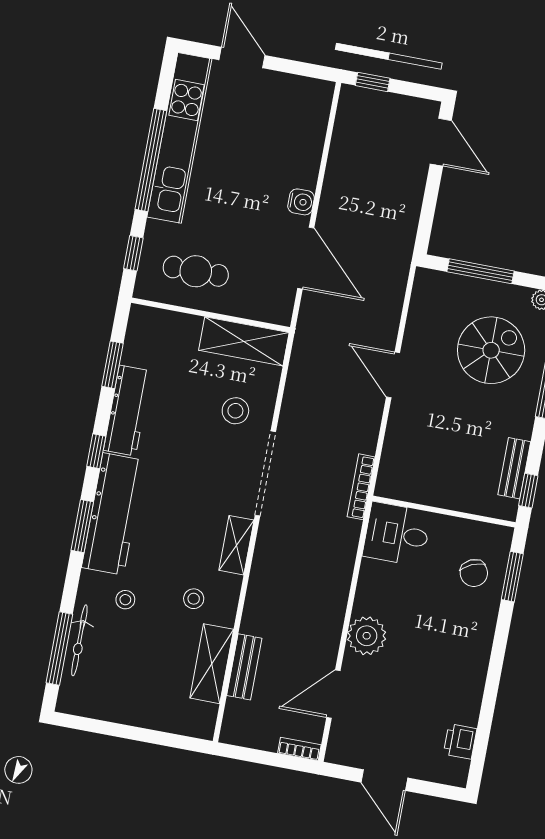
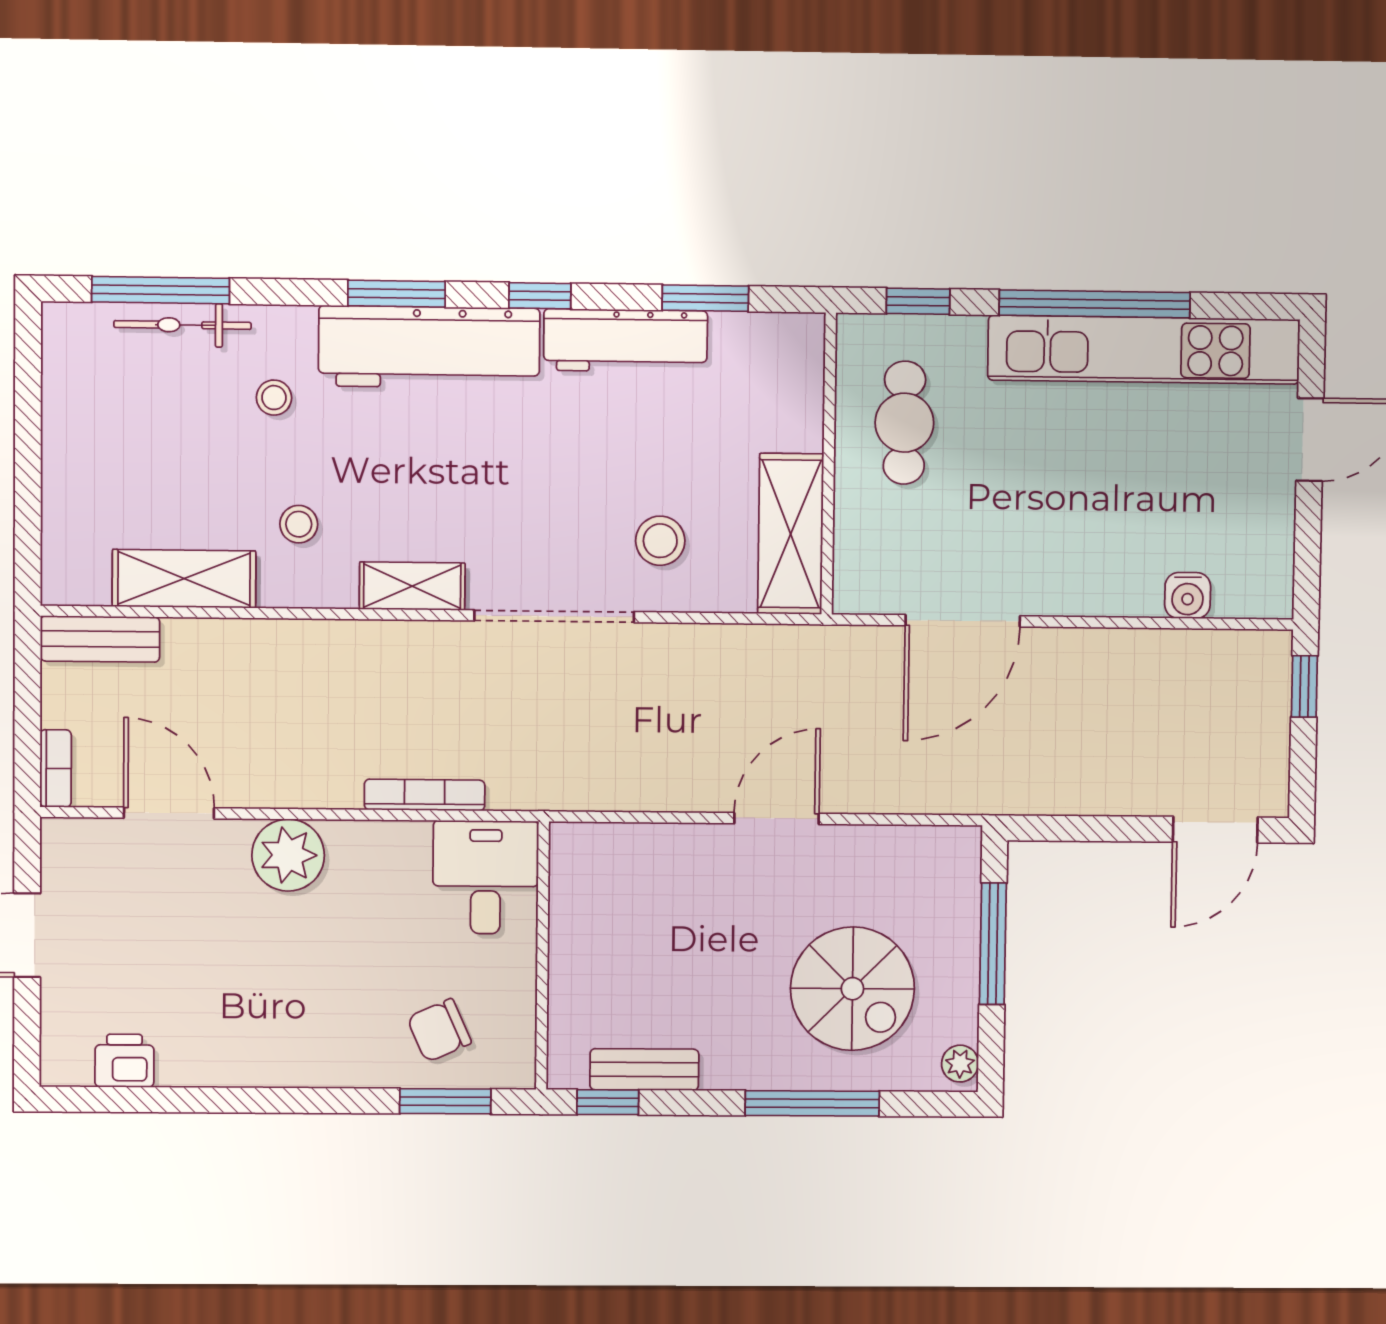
water cooler: (301, 202) -> (1188, 595), moved
bookcase: (361, 487) -> (425, 795), moved
bench: (244, 667) -> (100, 639), moved

